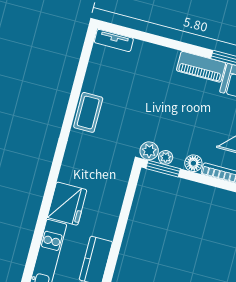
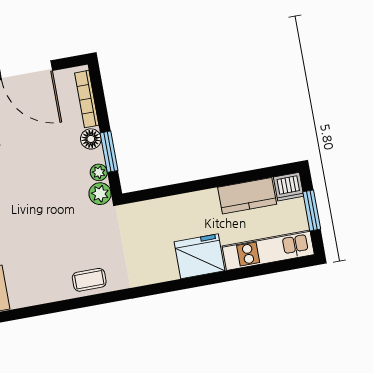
coffee table: (88, 112) -> (89, 280), width x0.73, depth x0.77
window: (163, 169) -> (109, 152), moved

